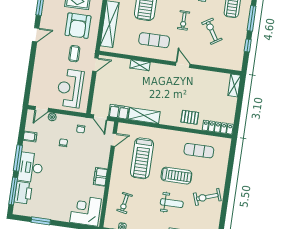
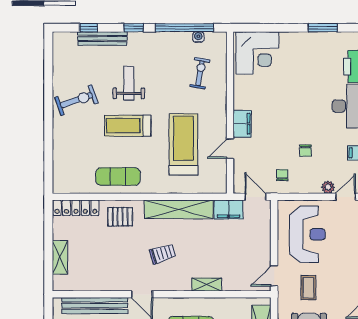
bench: (215, 62) -> (95, 306), added
shelving: (234, 85) -> (60, 257), moved
trolley: (166, 89) -> (163, 254), added
shelving: (144, 116) -> (179, 209), width x1.47
door: (114, 140) -> (230, 149), moved
exercise mat: (199, 151) -> (118, 177), moved
filing cabinet: (100, 177) -> (242, 124), moved
weight bench: (172, 203) -> (129, 83), turned 90

